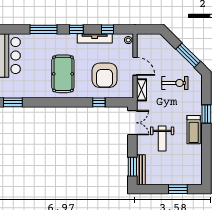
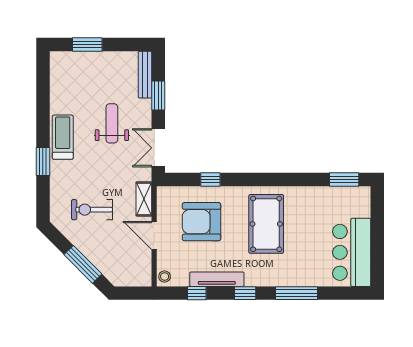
window: (188, 55) -> (83, 264), moved
armchair: (105, 75) -> (201, 222), turned -90
window: (132, 167) -> (158, 96), moved

